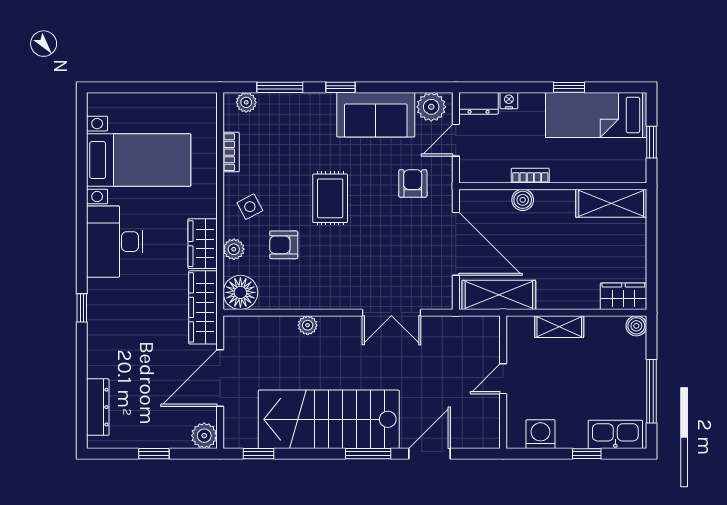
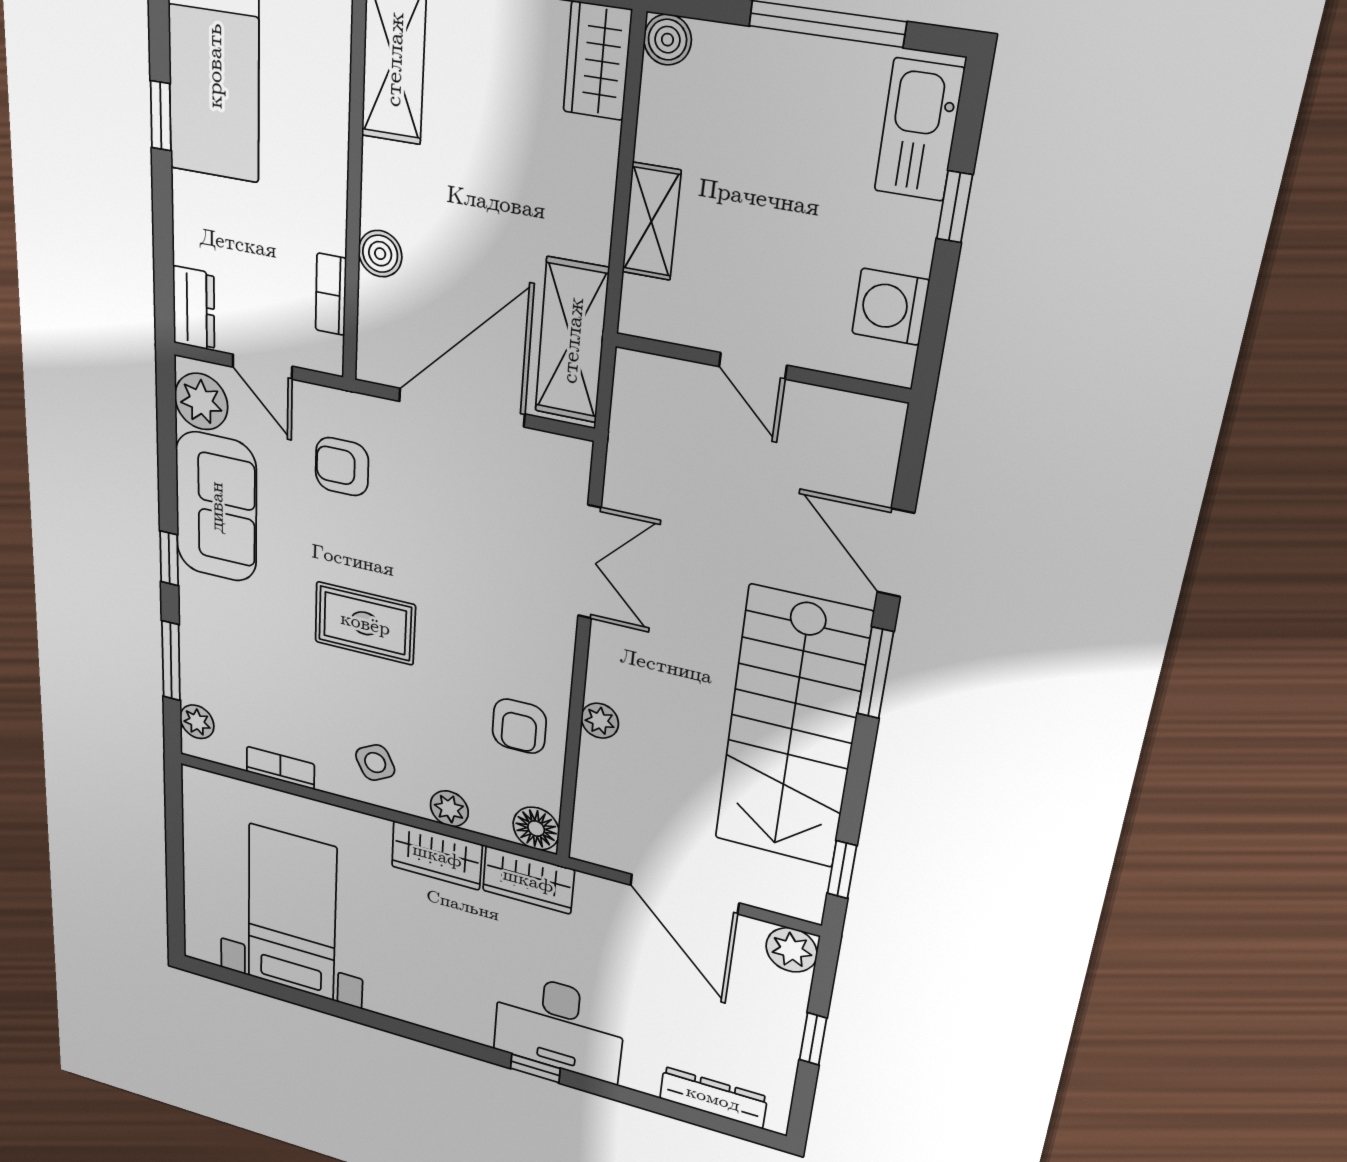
nightstand: (509, 101) -> (188, 246), removed
bookcase: (530, 176) -> (331, 294), moved
desk: (115, 242) -> (559, 1026), moved
armchair: (284, 245) -> (519, 726), moved
floor lamp: (240, 292) -> (536, 828), width x0.73, depth x0.73
wardrobe: (203, 307) -> (528, 880), width x0.67

